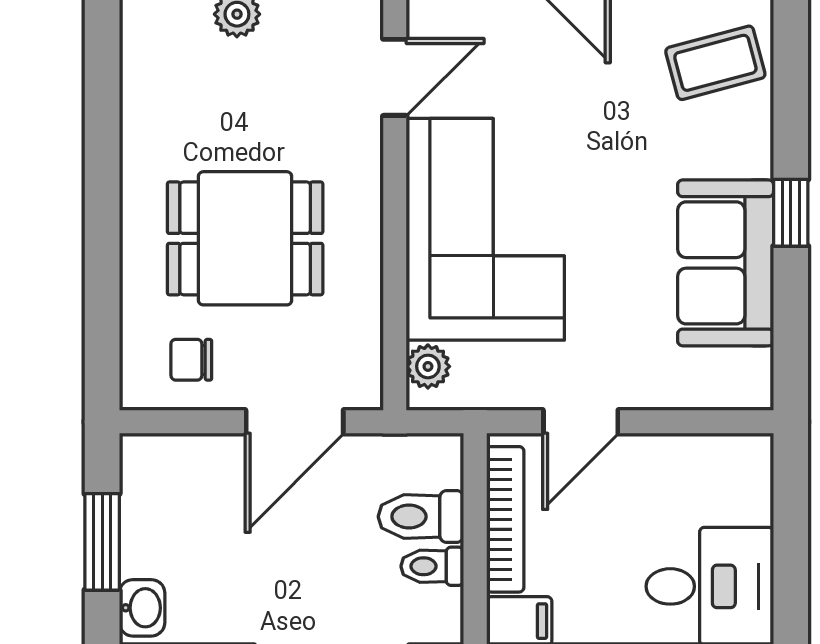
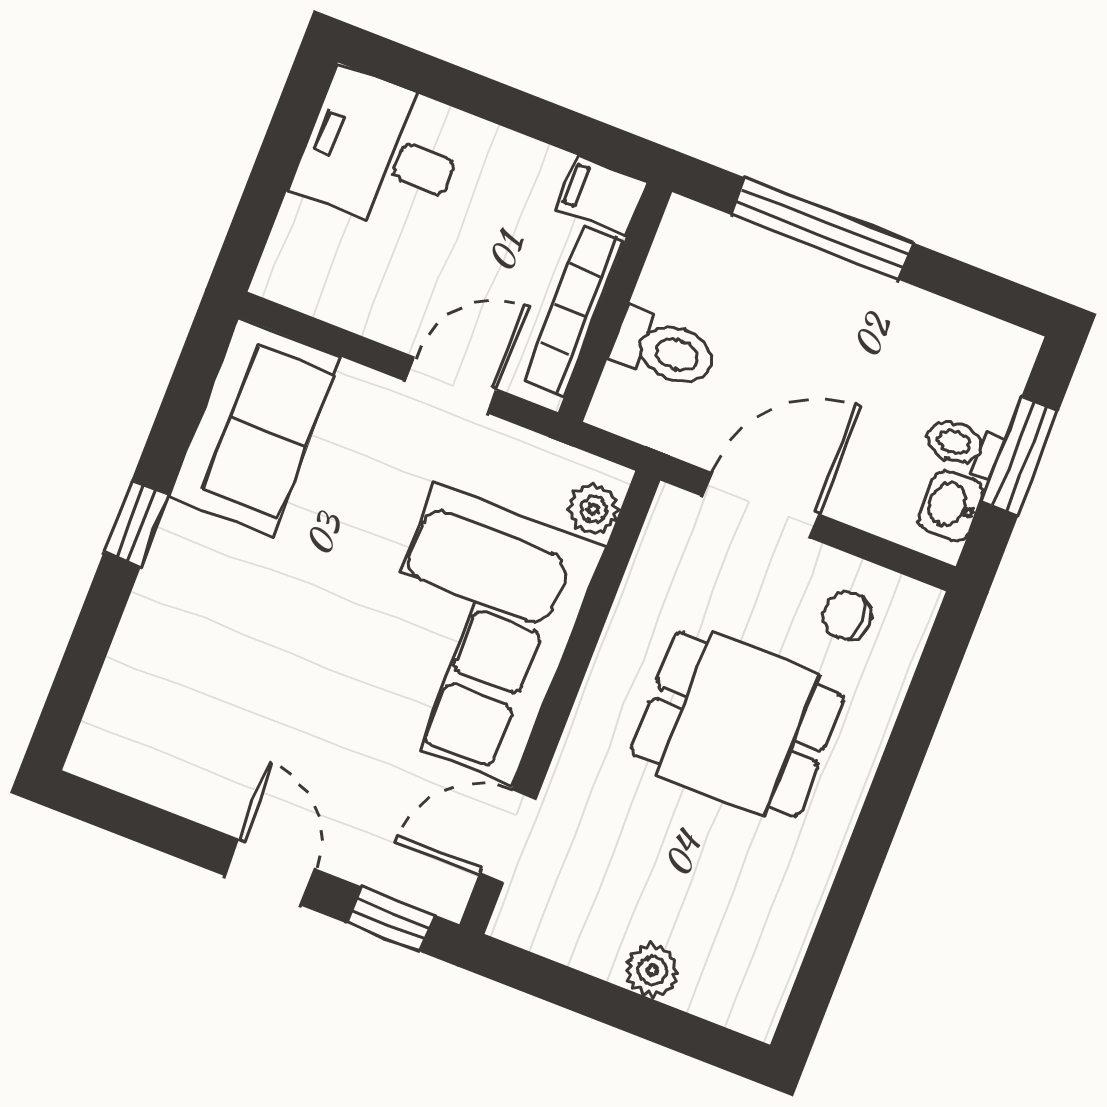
coffee table: (715, 63) -> (155, 717), removed
sofa: (726, 263) -> (255, 426), moved
chair: (191, 360) -> (847, 616), turned 180
toilet: (432, 566) -> (963, 446), moved, turned 180
washbasin: (142, 608) -> (951, 506), moved

